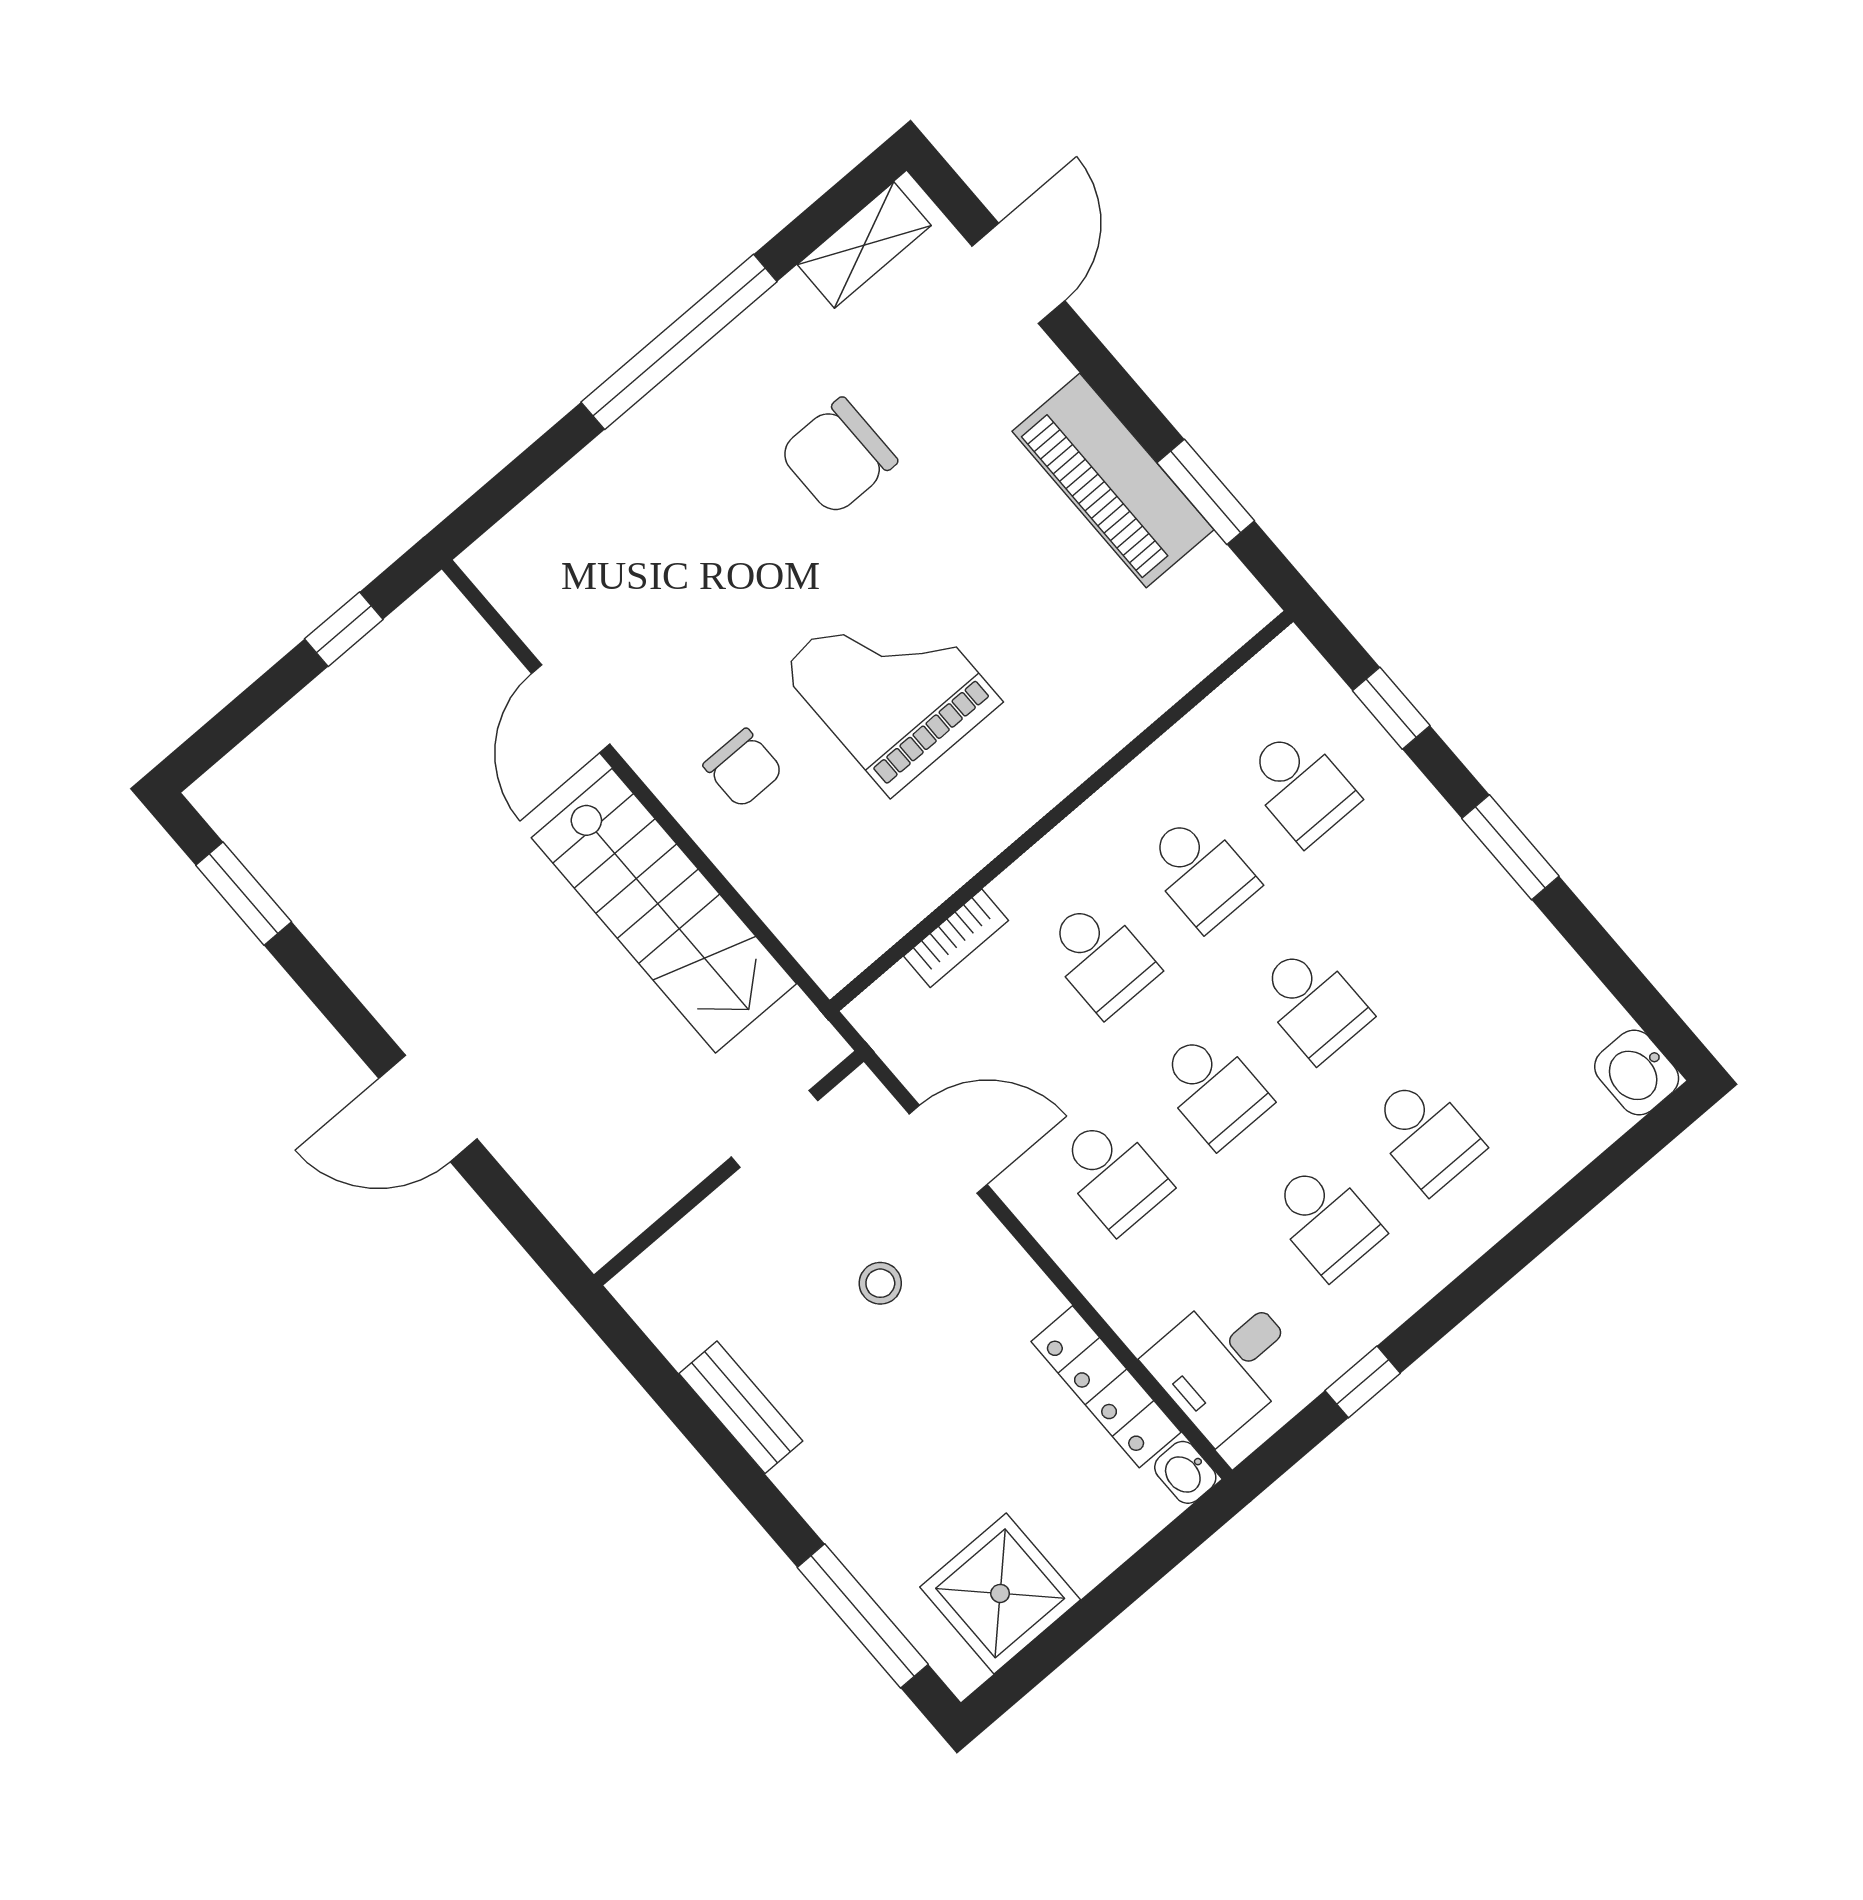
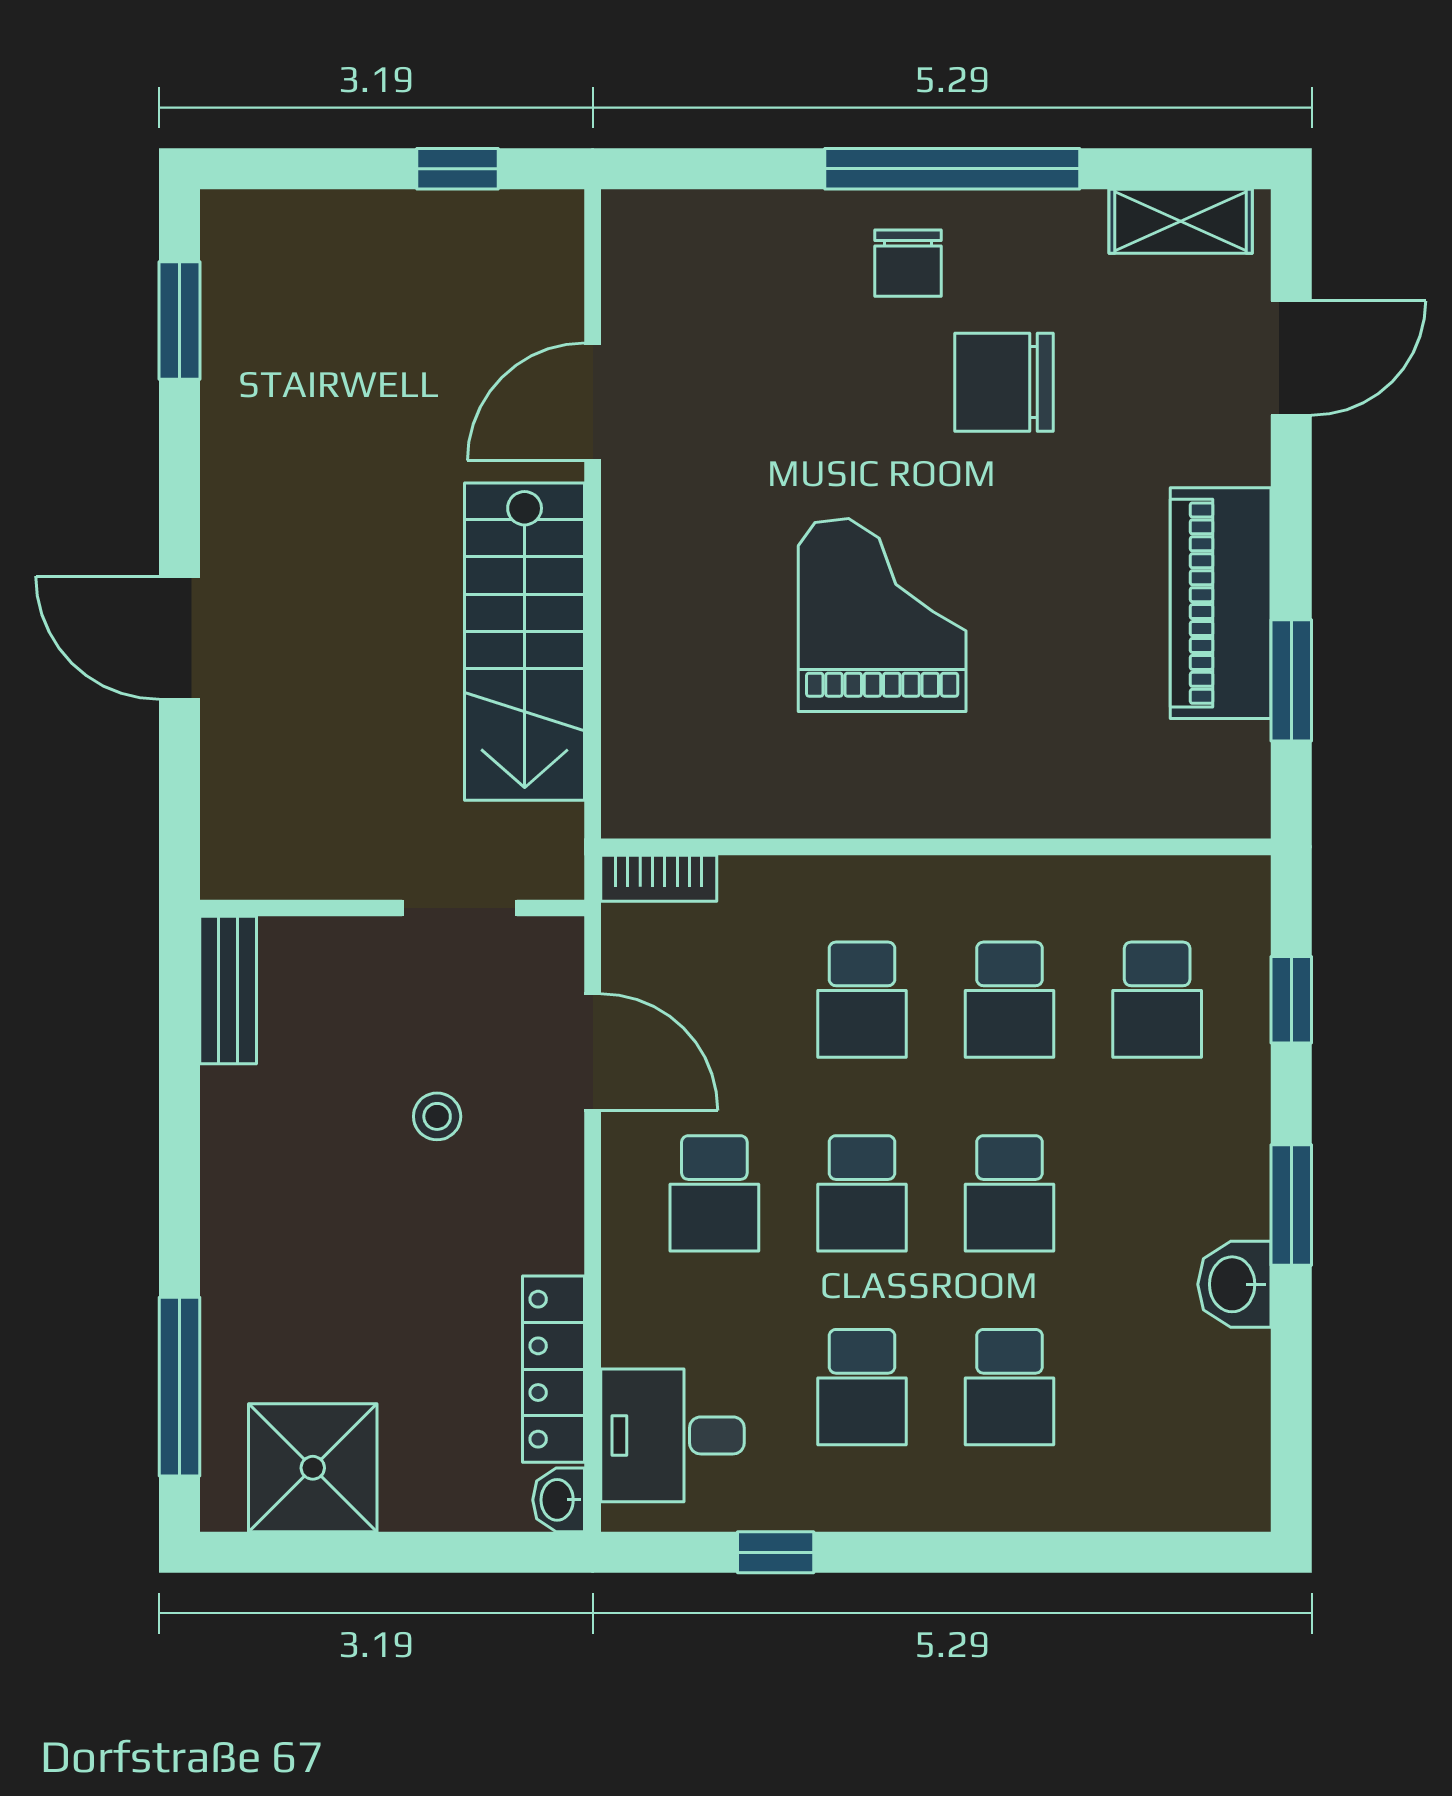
chair: (743, 768) -> (908, 263), moved
bookcase: (956, 938) -> (659, 878), moved
washbasin: (1637, 1072) -> (1234, 1284), moved
bench: (741, 1407) -> (228, 990), moved

